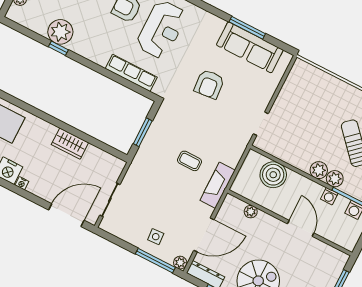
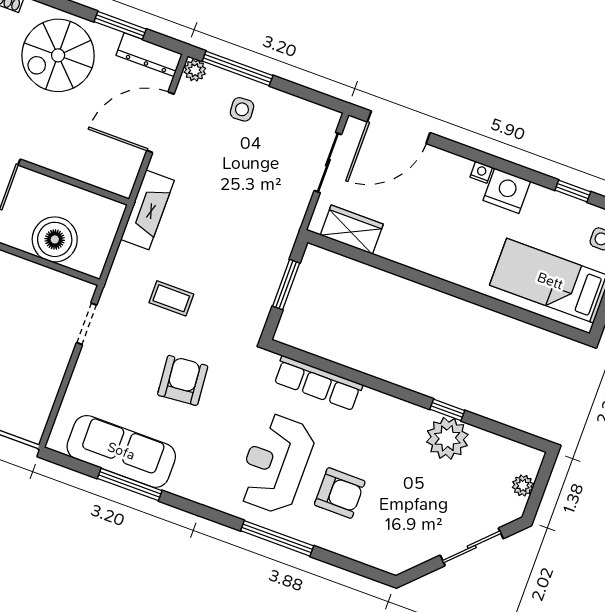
wardrobe: (70, 144) -> (352, 230), moved
coffee table: (190, 161) -> (171, 298), moved
plant: (251, 212) -> (85, 172), removed

